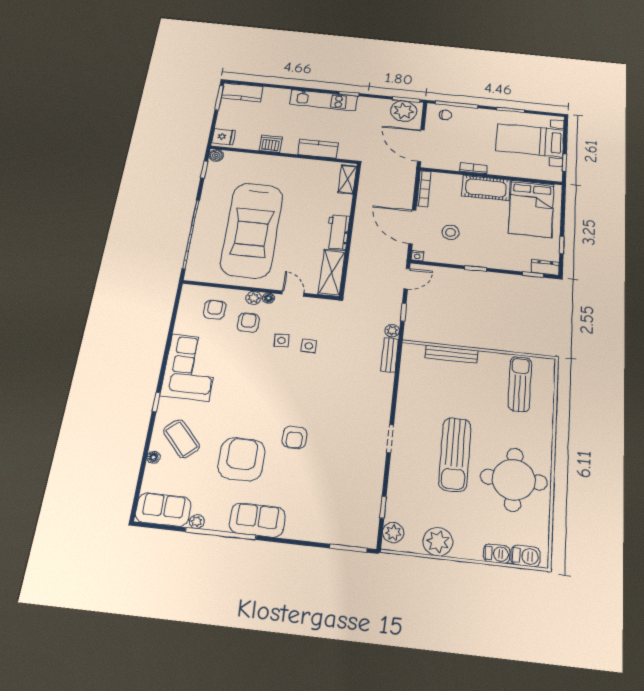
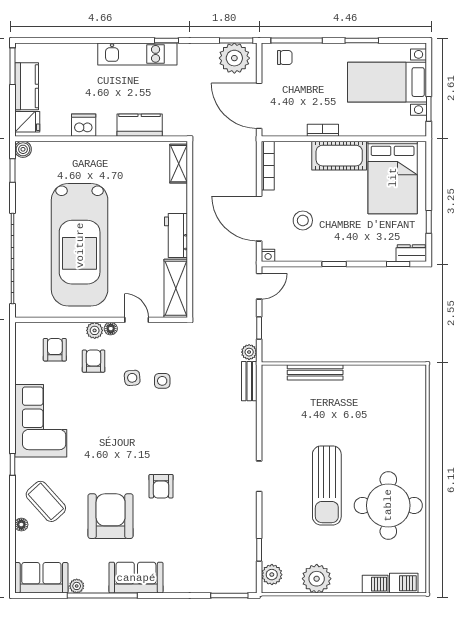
kitchen counter: (242, 92) -> (27, 86), moved, turned -90
sun lounger: (520, 384) -> (390, 399), removed

